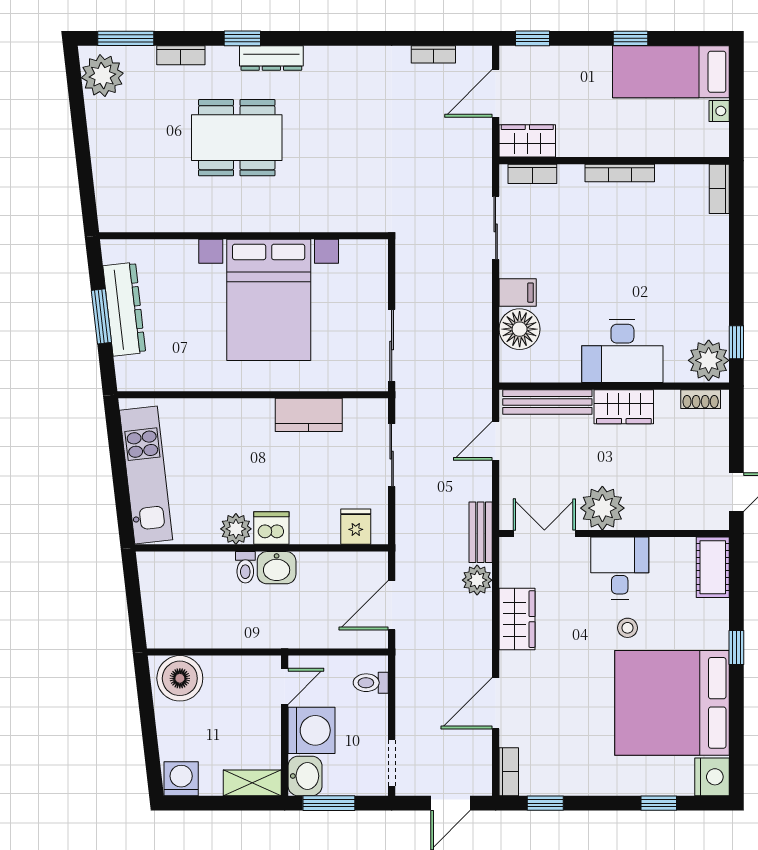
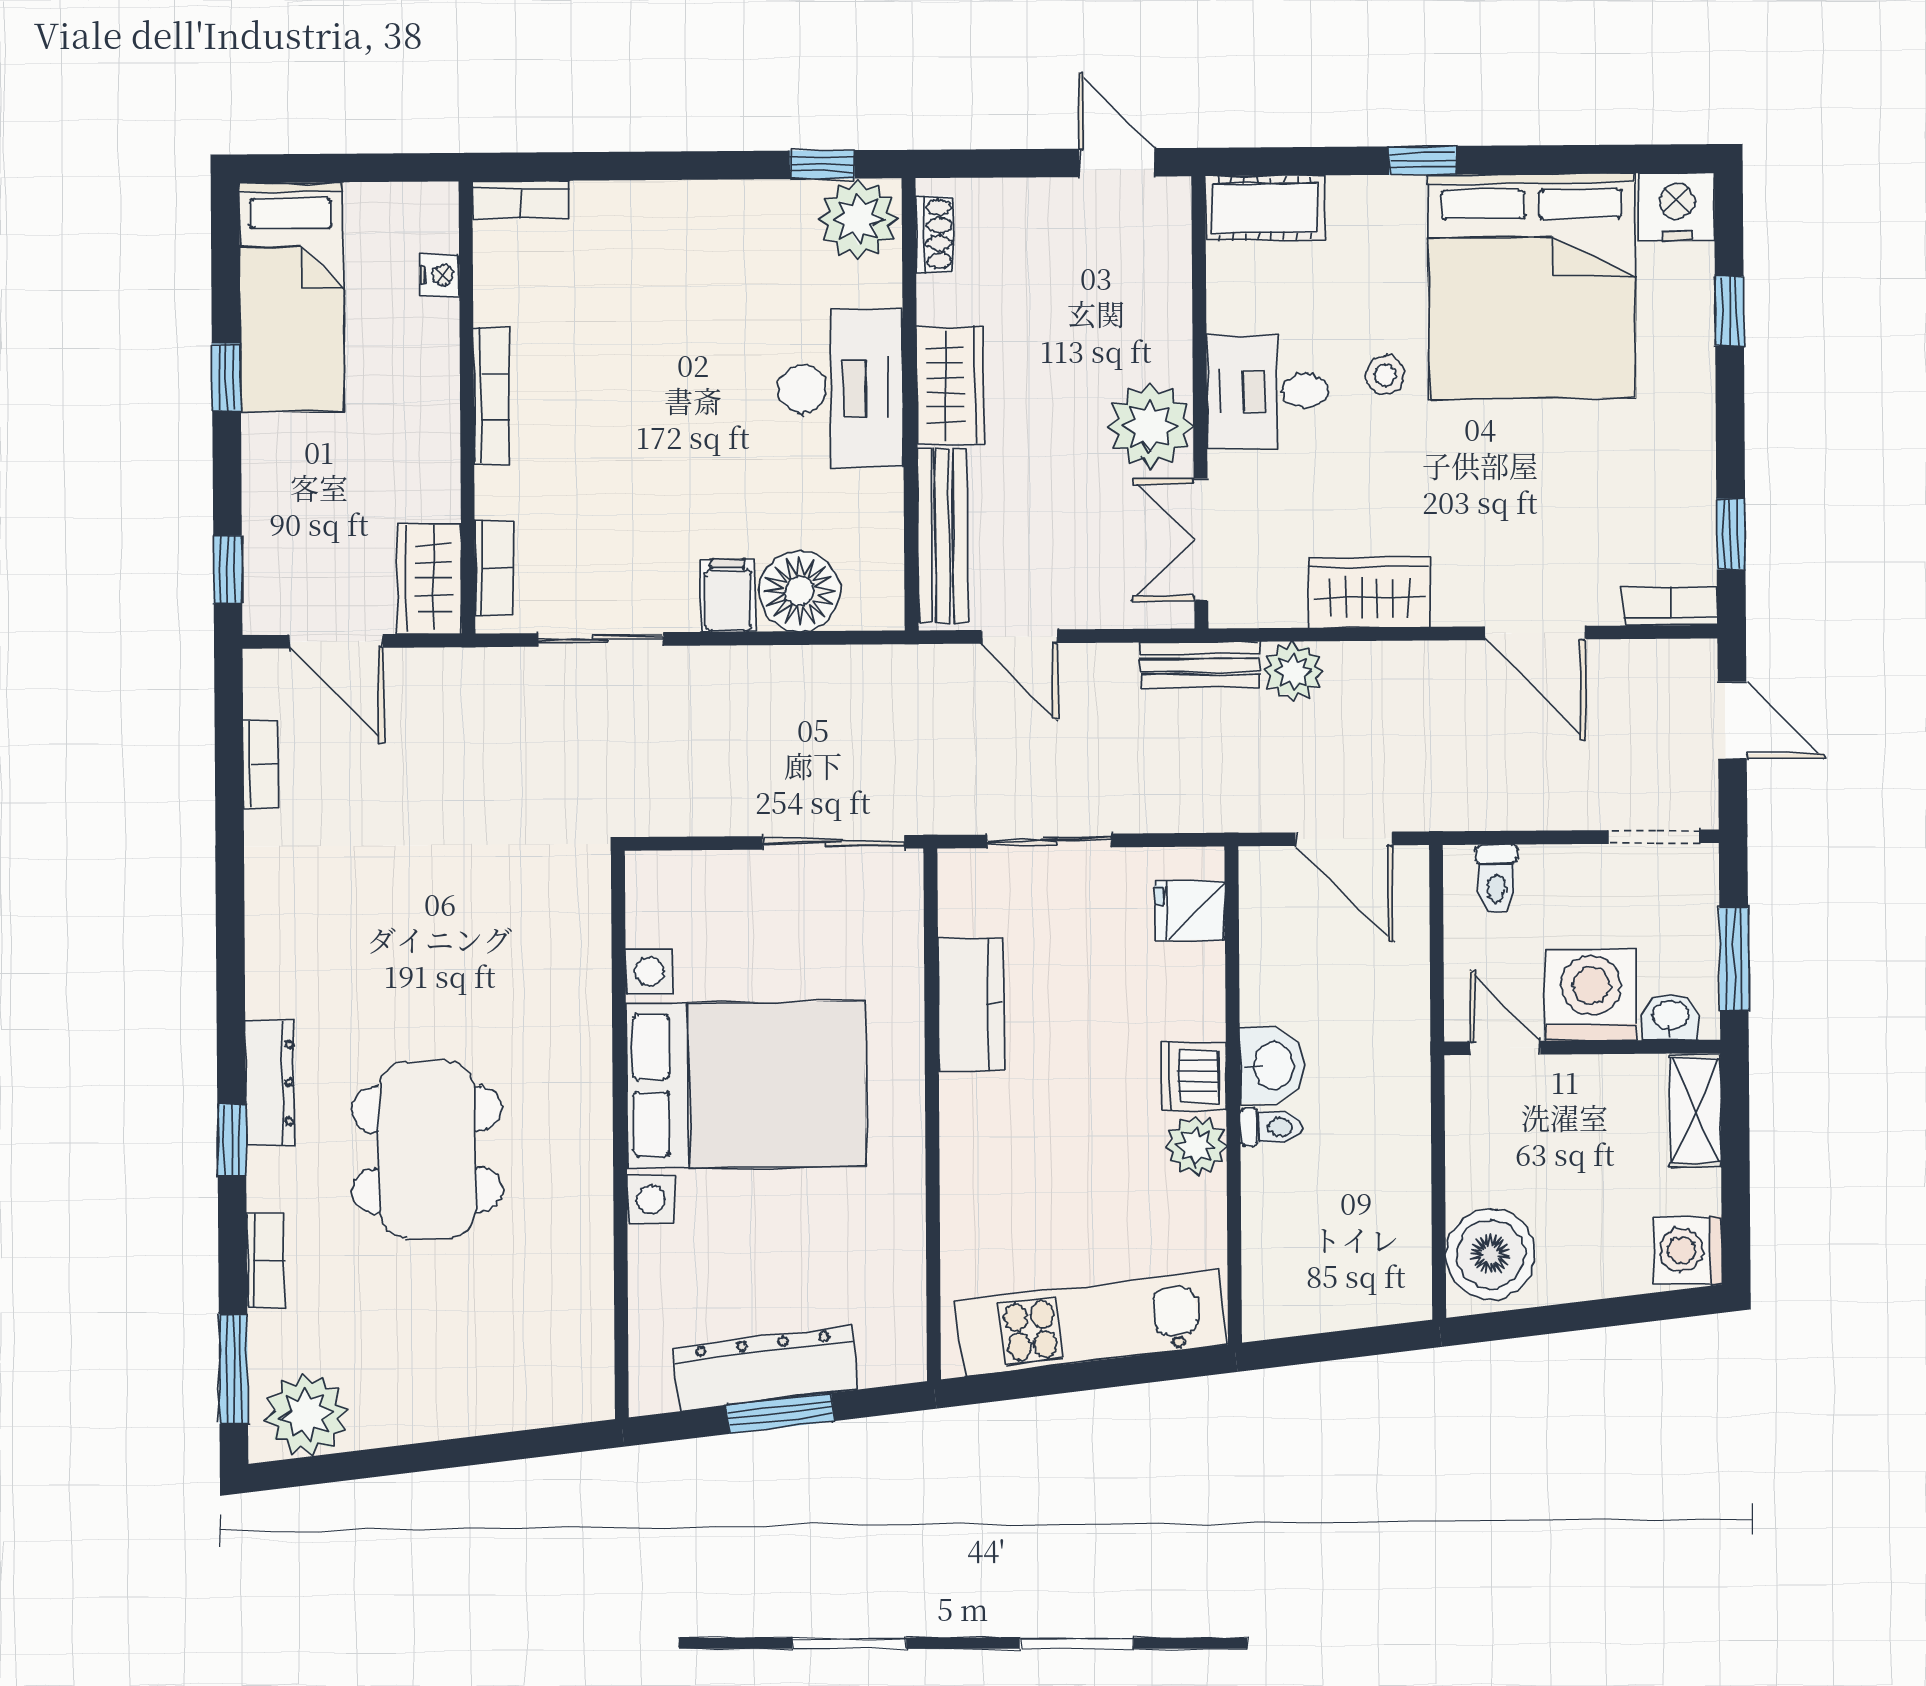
nightstand: (719, 111) -> (439, 275), moved, turned 90
washbasin: (305, 776) -> (1670, 1017), width x0.72, depth x0.69

